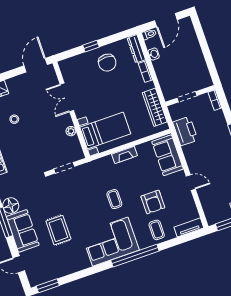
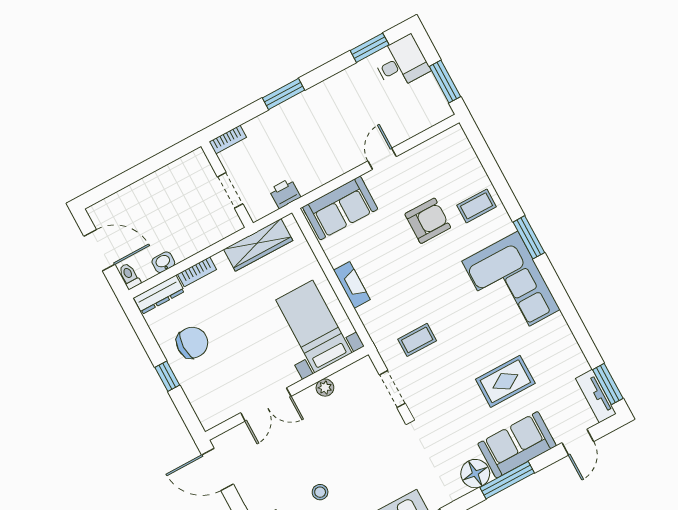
printer: (185, 131) -> (285, 193), width x0.53, depth x0.68
coffee table: (114, 199) -> (417, 340), moved
tv unit: (189, 227) -> (596, 396), moved
window: (135, 256) -> (529, 237), width x0.47

